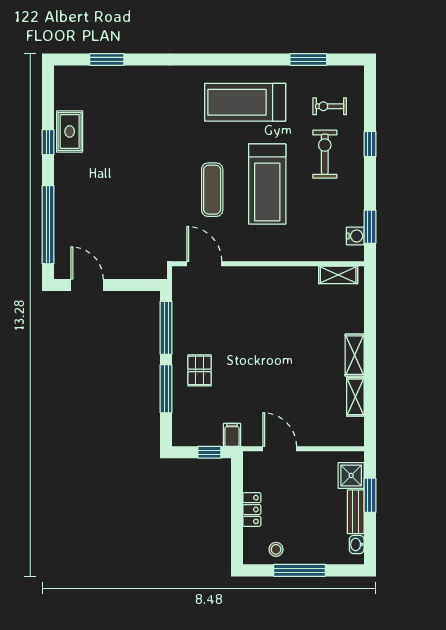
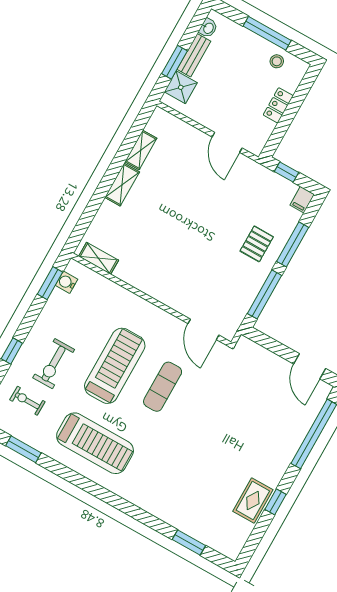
exercise bike: (330, 106) -> (27, 401), turned 180
filing cabinet: (232, 435) -> (302, 200), moved

